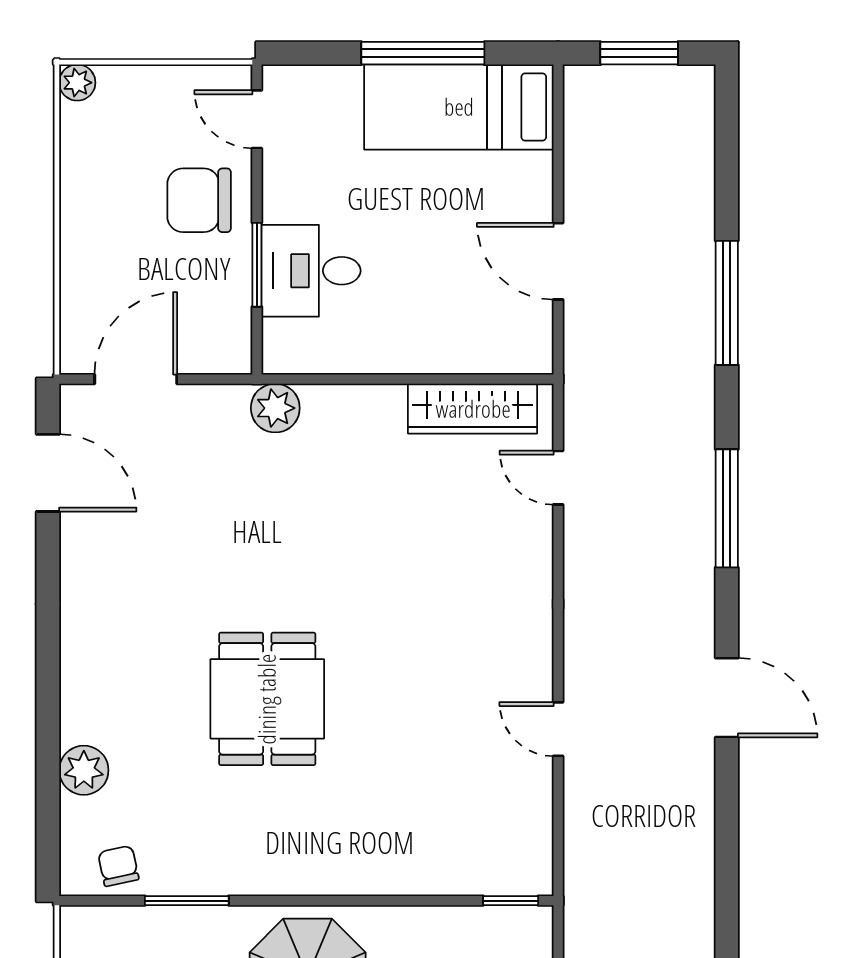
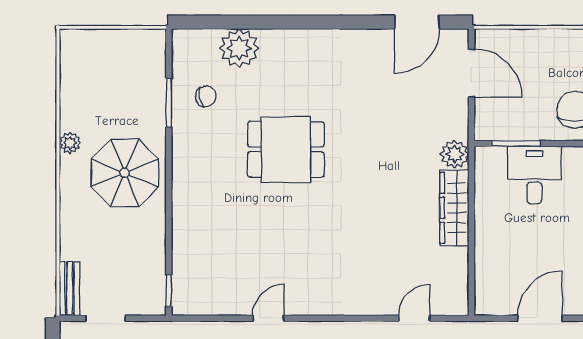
window: (257, 265) -> (516, 143), moved
wardrobe: (473, 409) -> (454, 208), moved
plant: (84, 770) -> (239, 48), width x1.36, depth x1.36
chair: (118, 866) -> (206, 96), moved

